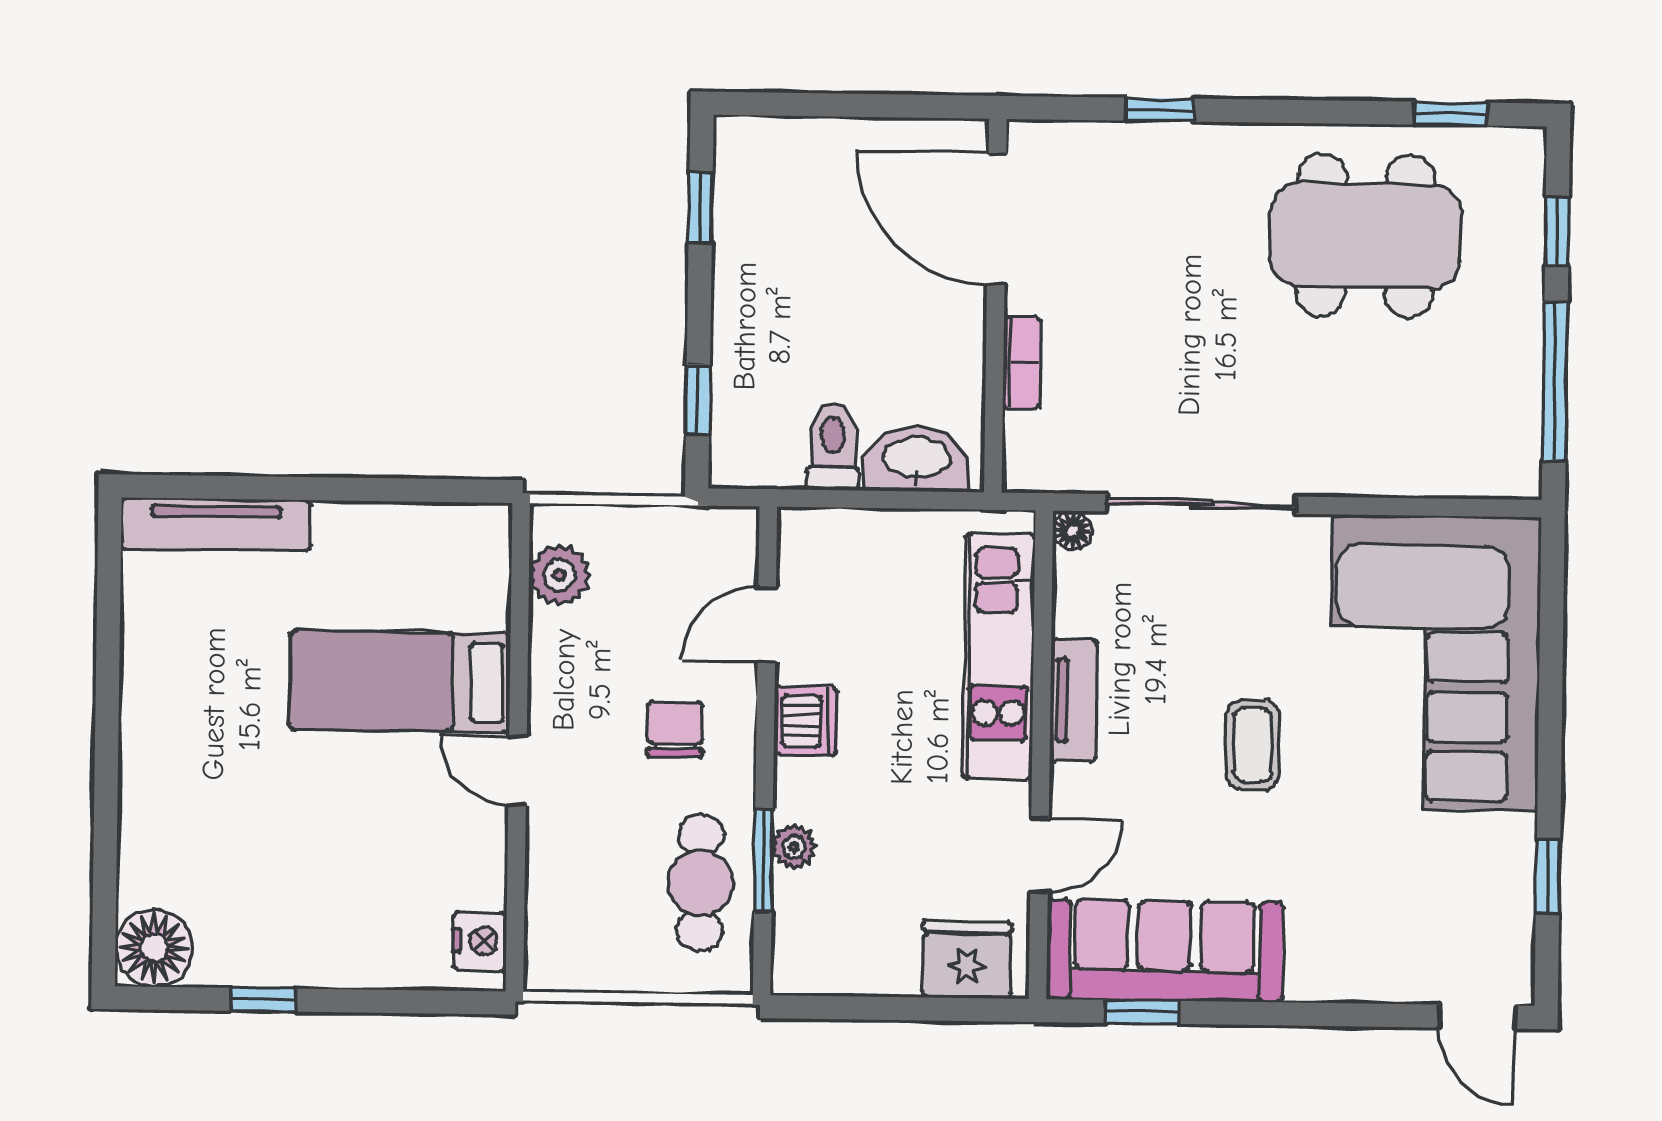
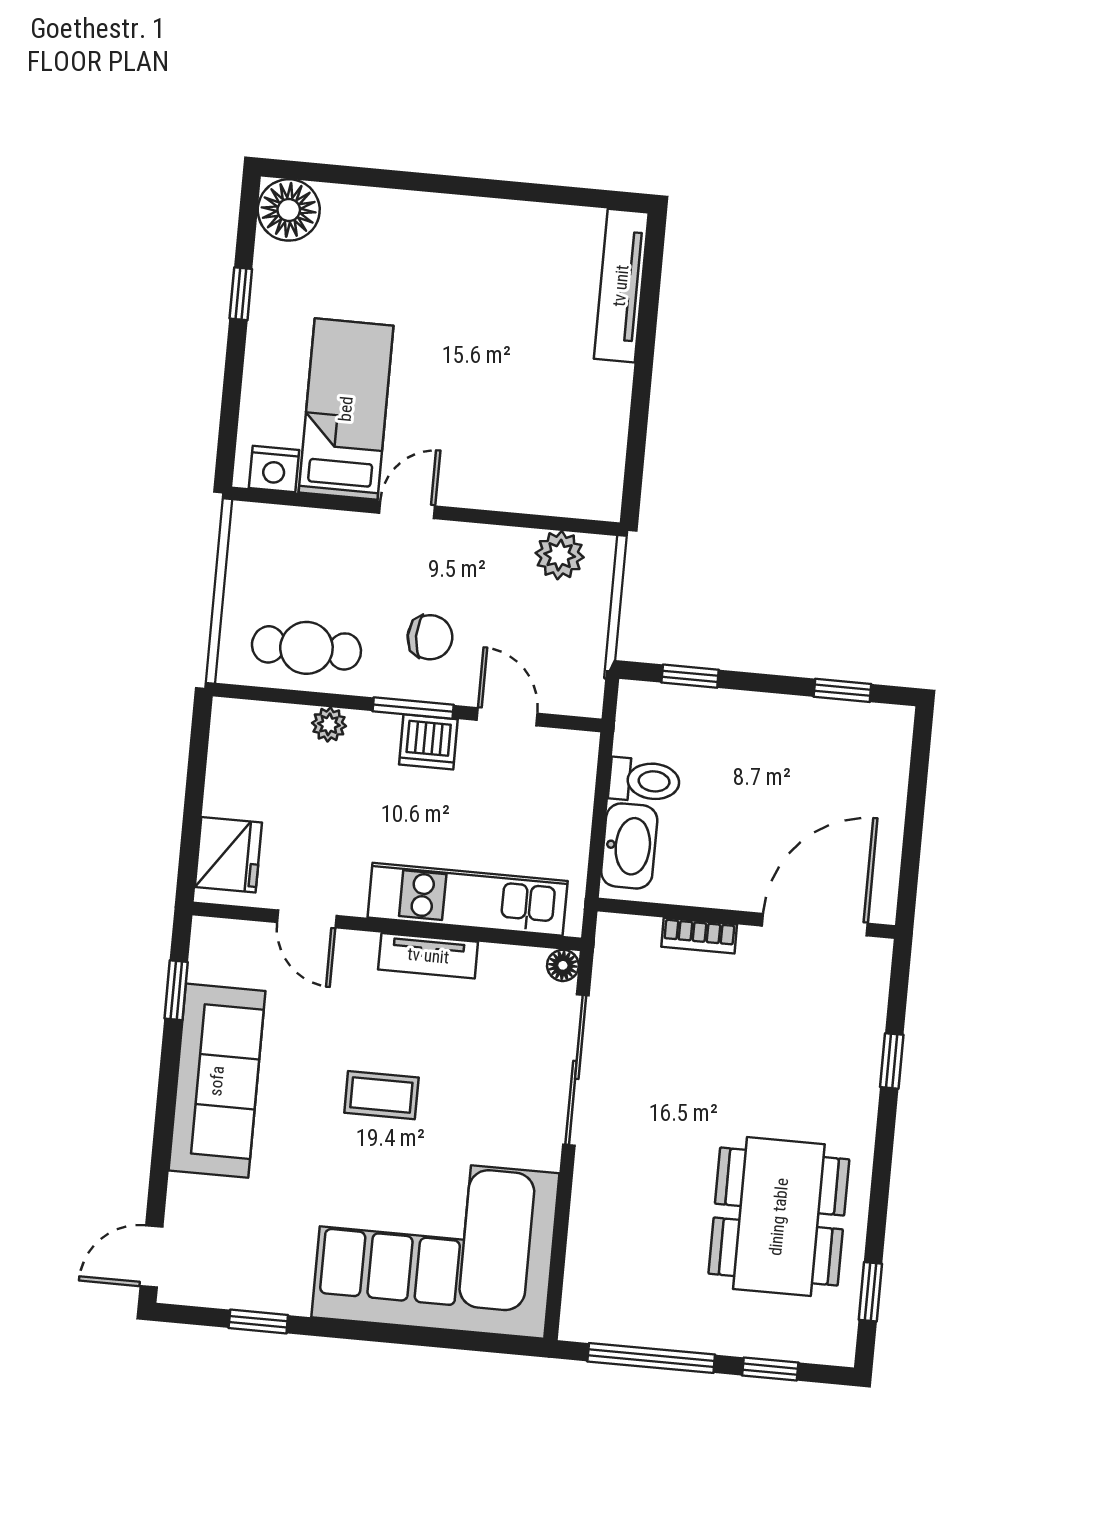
bed: (400, 681) -> (346, 409), moved
window: (763, 860) -> (413, 708), moved
sofa: (1165, 951) -> (217, 1081), moved

